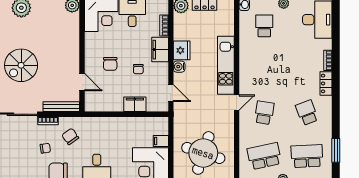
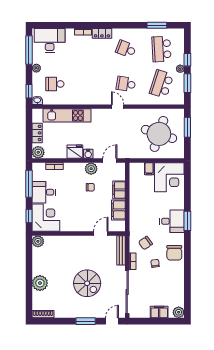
filing cabinet: (160, 50) -> (118, 210), moved, turned 90
chair: (110, 64) -> (86, 210), removed
kitchen unit: (226, 65) -> (67, 115), moved
plant: (161, 70) -> (91, 169), added
school desk: (307, 113) -> (126, 49), turned 42
school desk: (264, 156) -> (161, 84), turned 30

